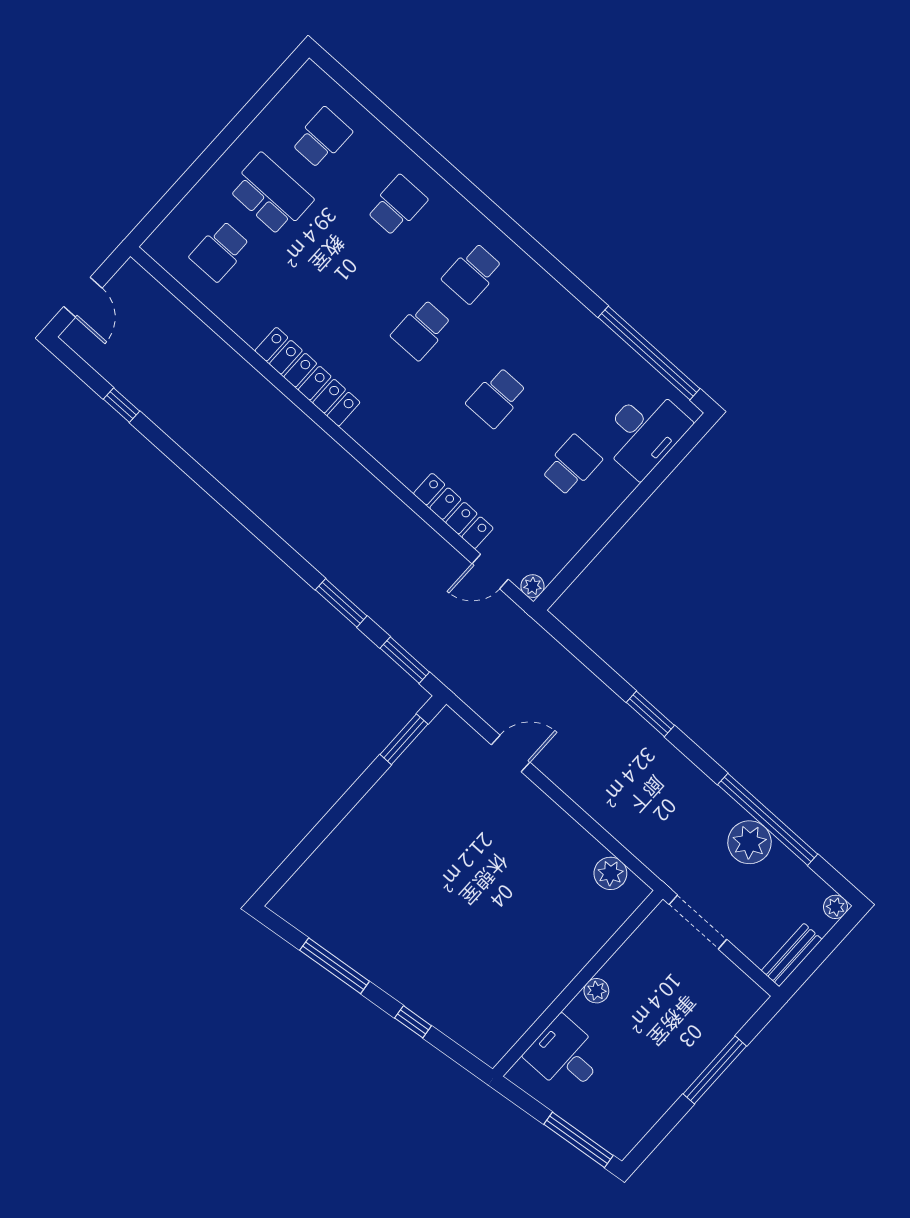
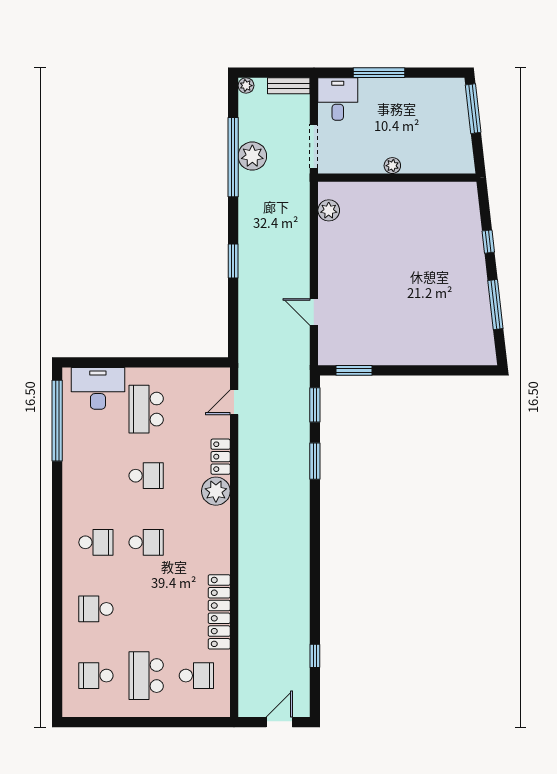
locker: (307, 377) -> (219, 612), moved
school desk: (572, 465) -> (146, 409), width x1.85
locker: (453, 511) -> (221, 457), width x0.66
door: (490, 572) -> (234, 402), swing flipped
plant: (532, 586) -> (216, 491), moved, width x1.88, depth x1.88
desk: (565, 1055) -> (338, 99), moved, turned 180

